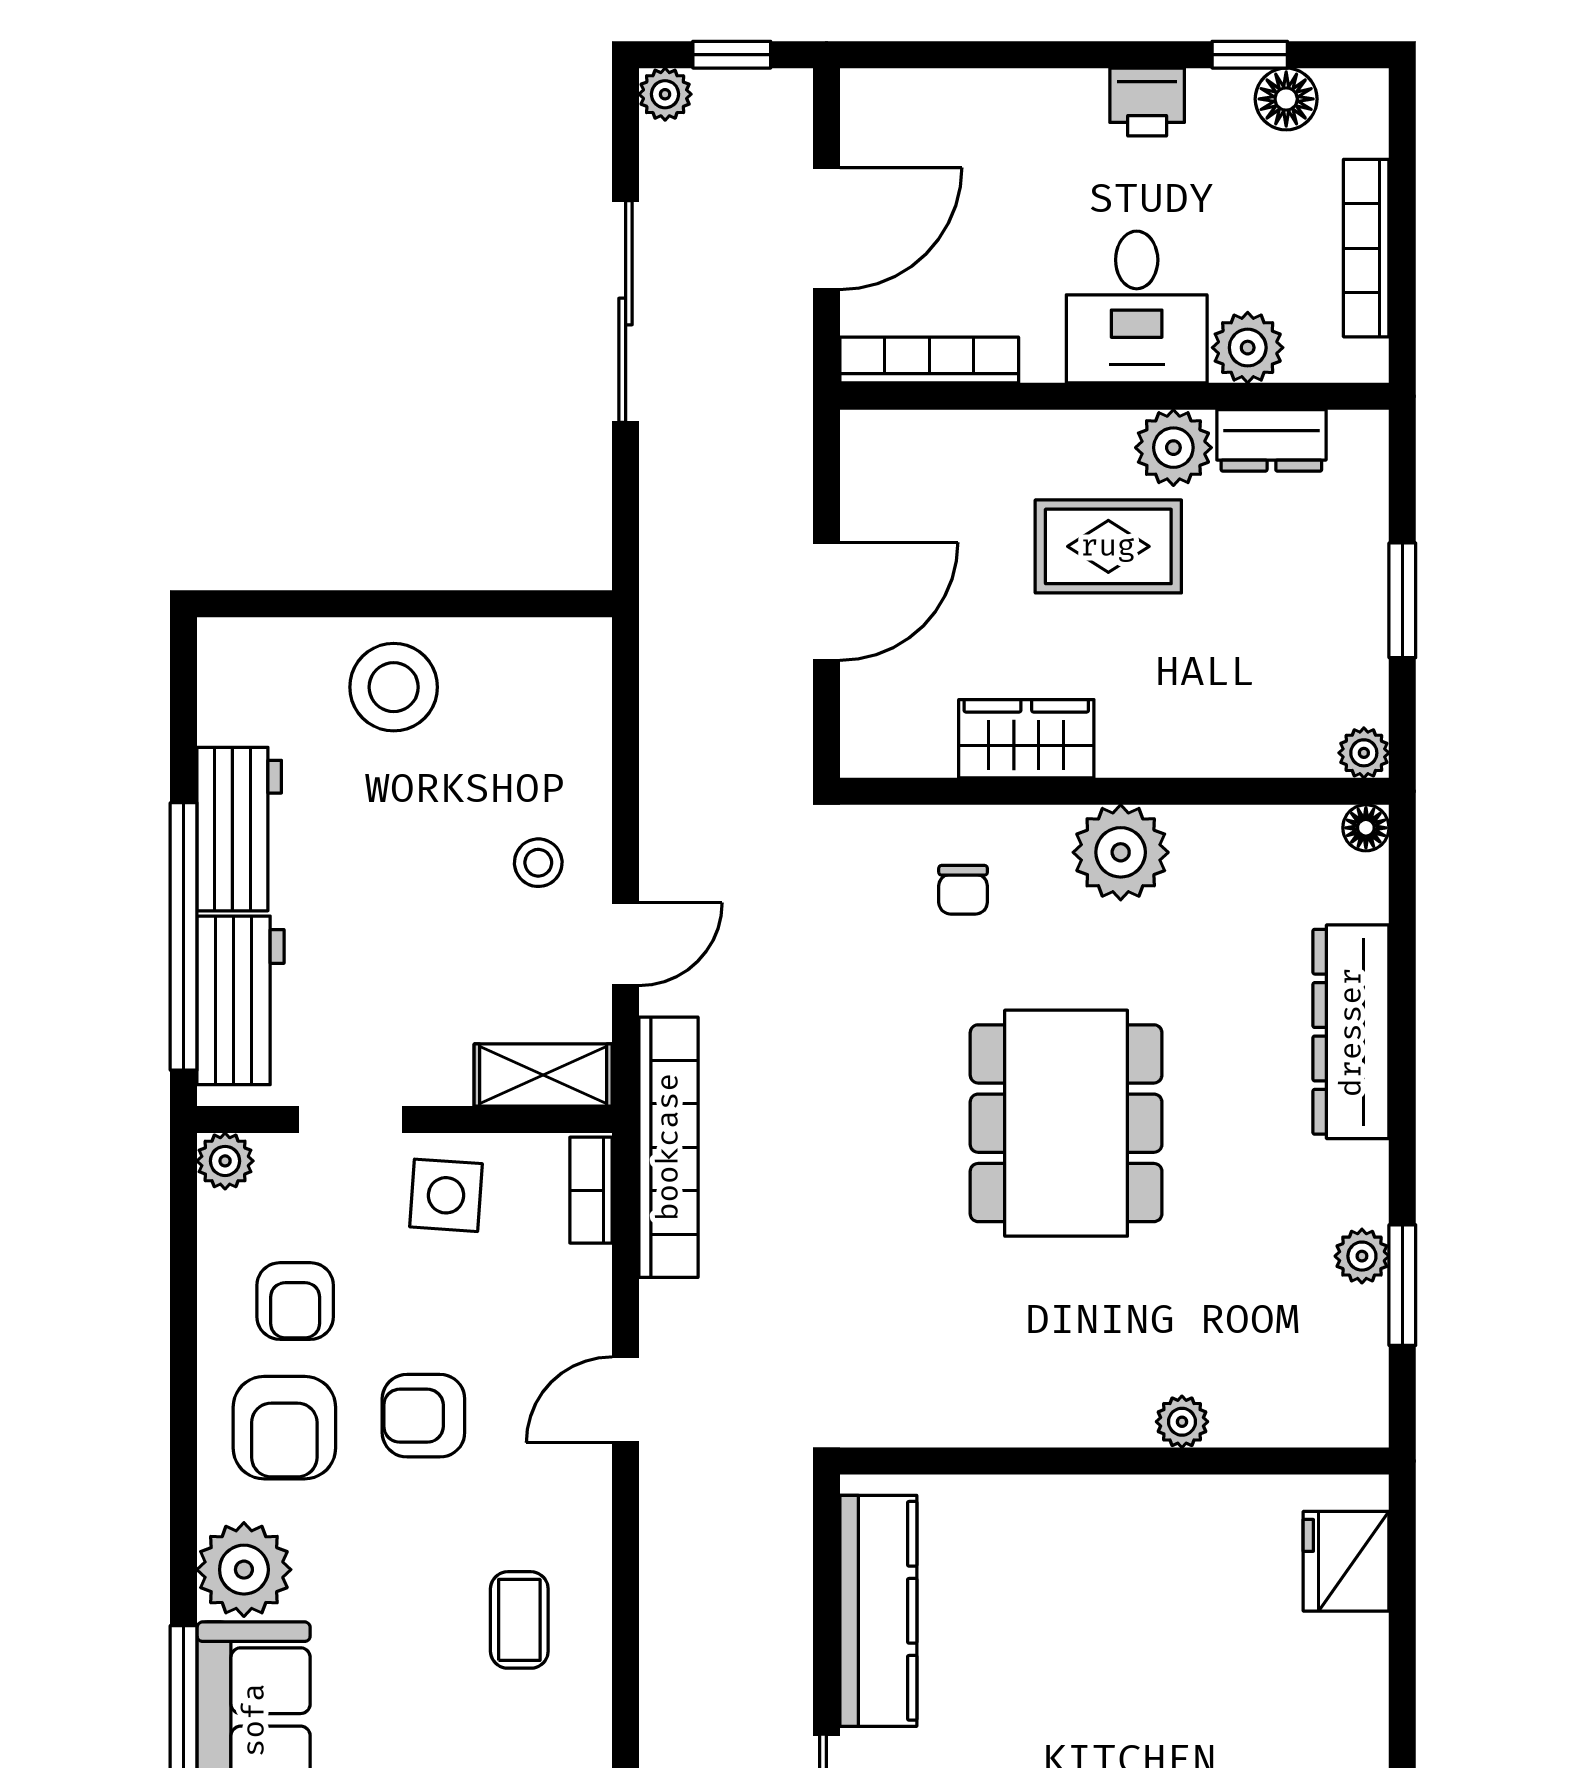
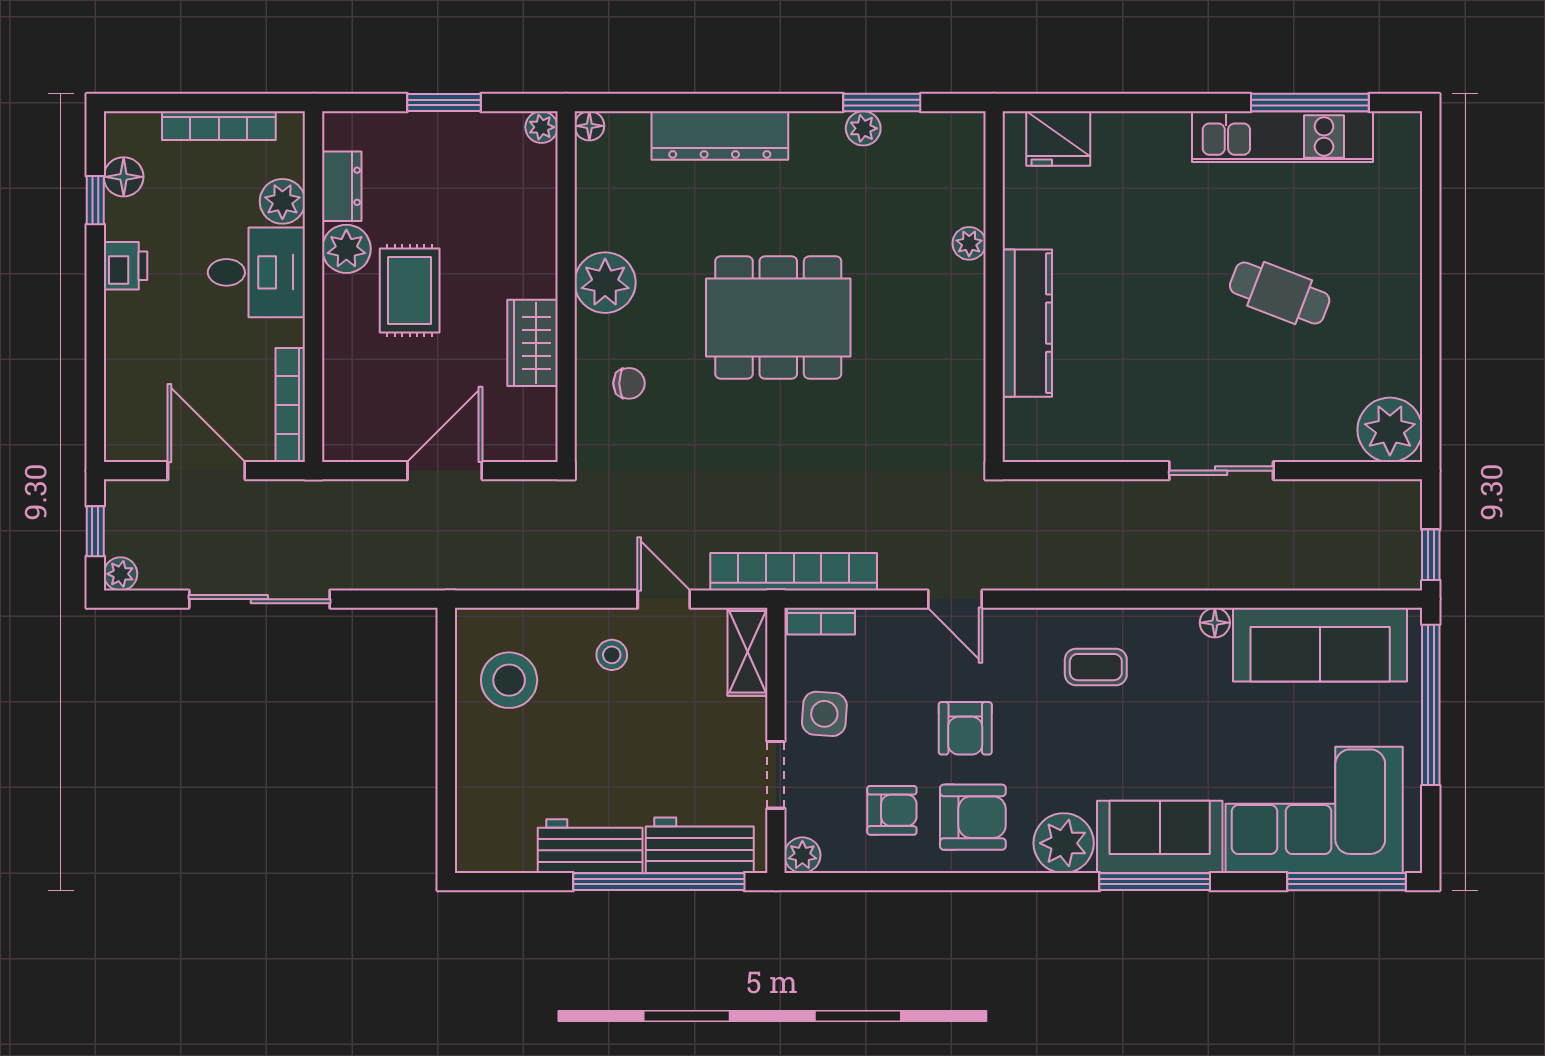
door: (826, 601) -> (445, 471), hinge flipped
stool: (394, 687) -> (509, 680), moved
kitchen counter: (878, 1611) -> (1027, 323), moved, turned 90

